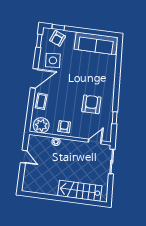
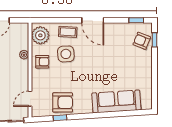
sofa: (96, 43) -> (116, 101), moved, turned 86
side table: (53, 60) -> (66, 54), moved
armchair: (91, 104) -> (63, 102), moved
door: (95, 142) -> (30, 99), swing flipped

